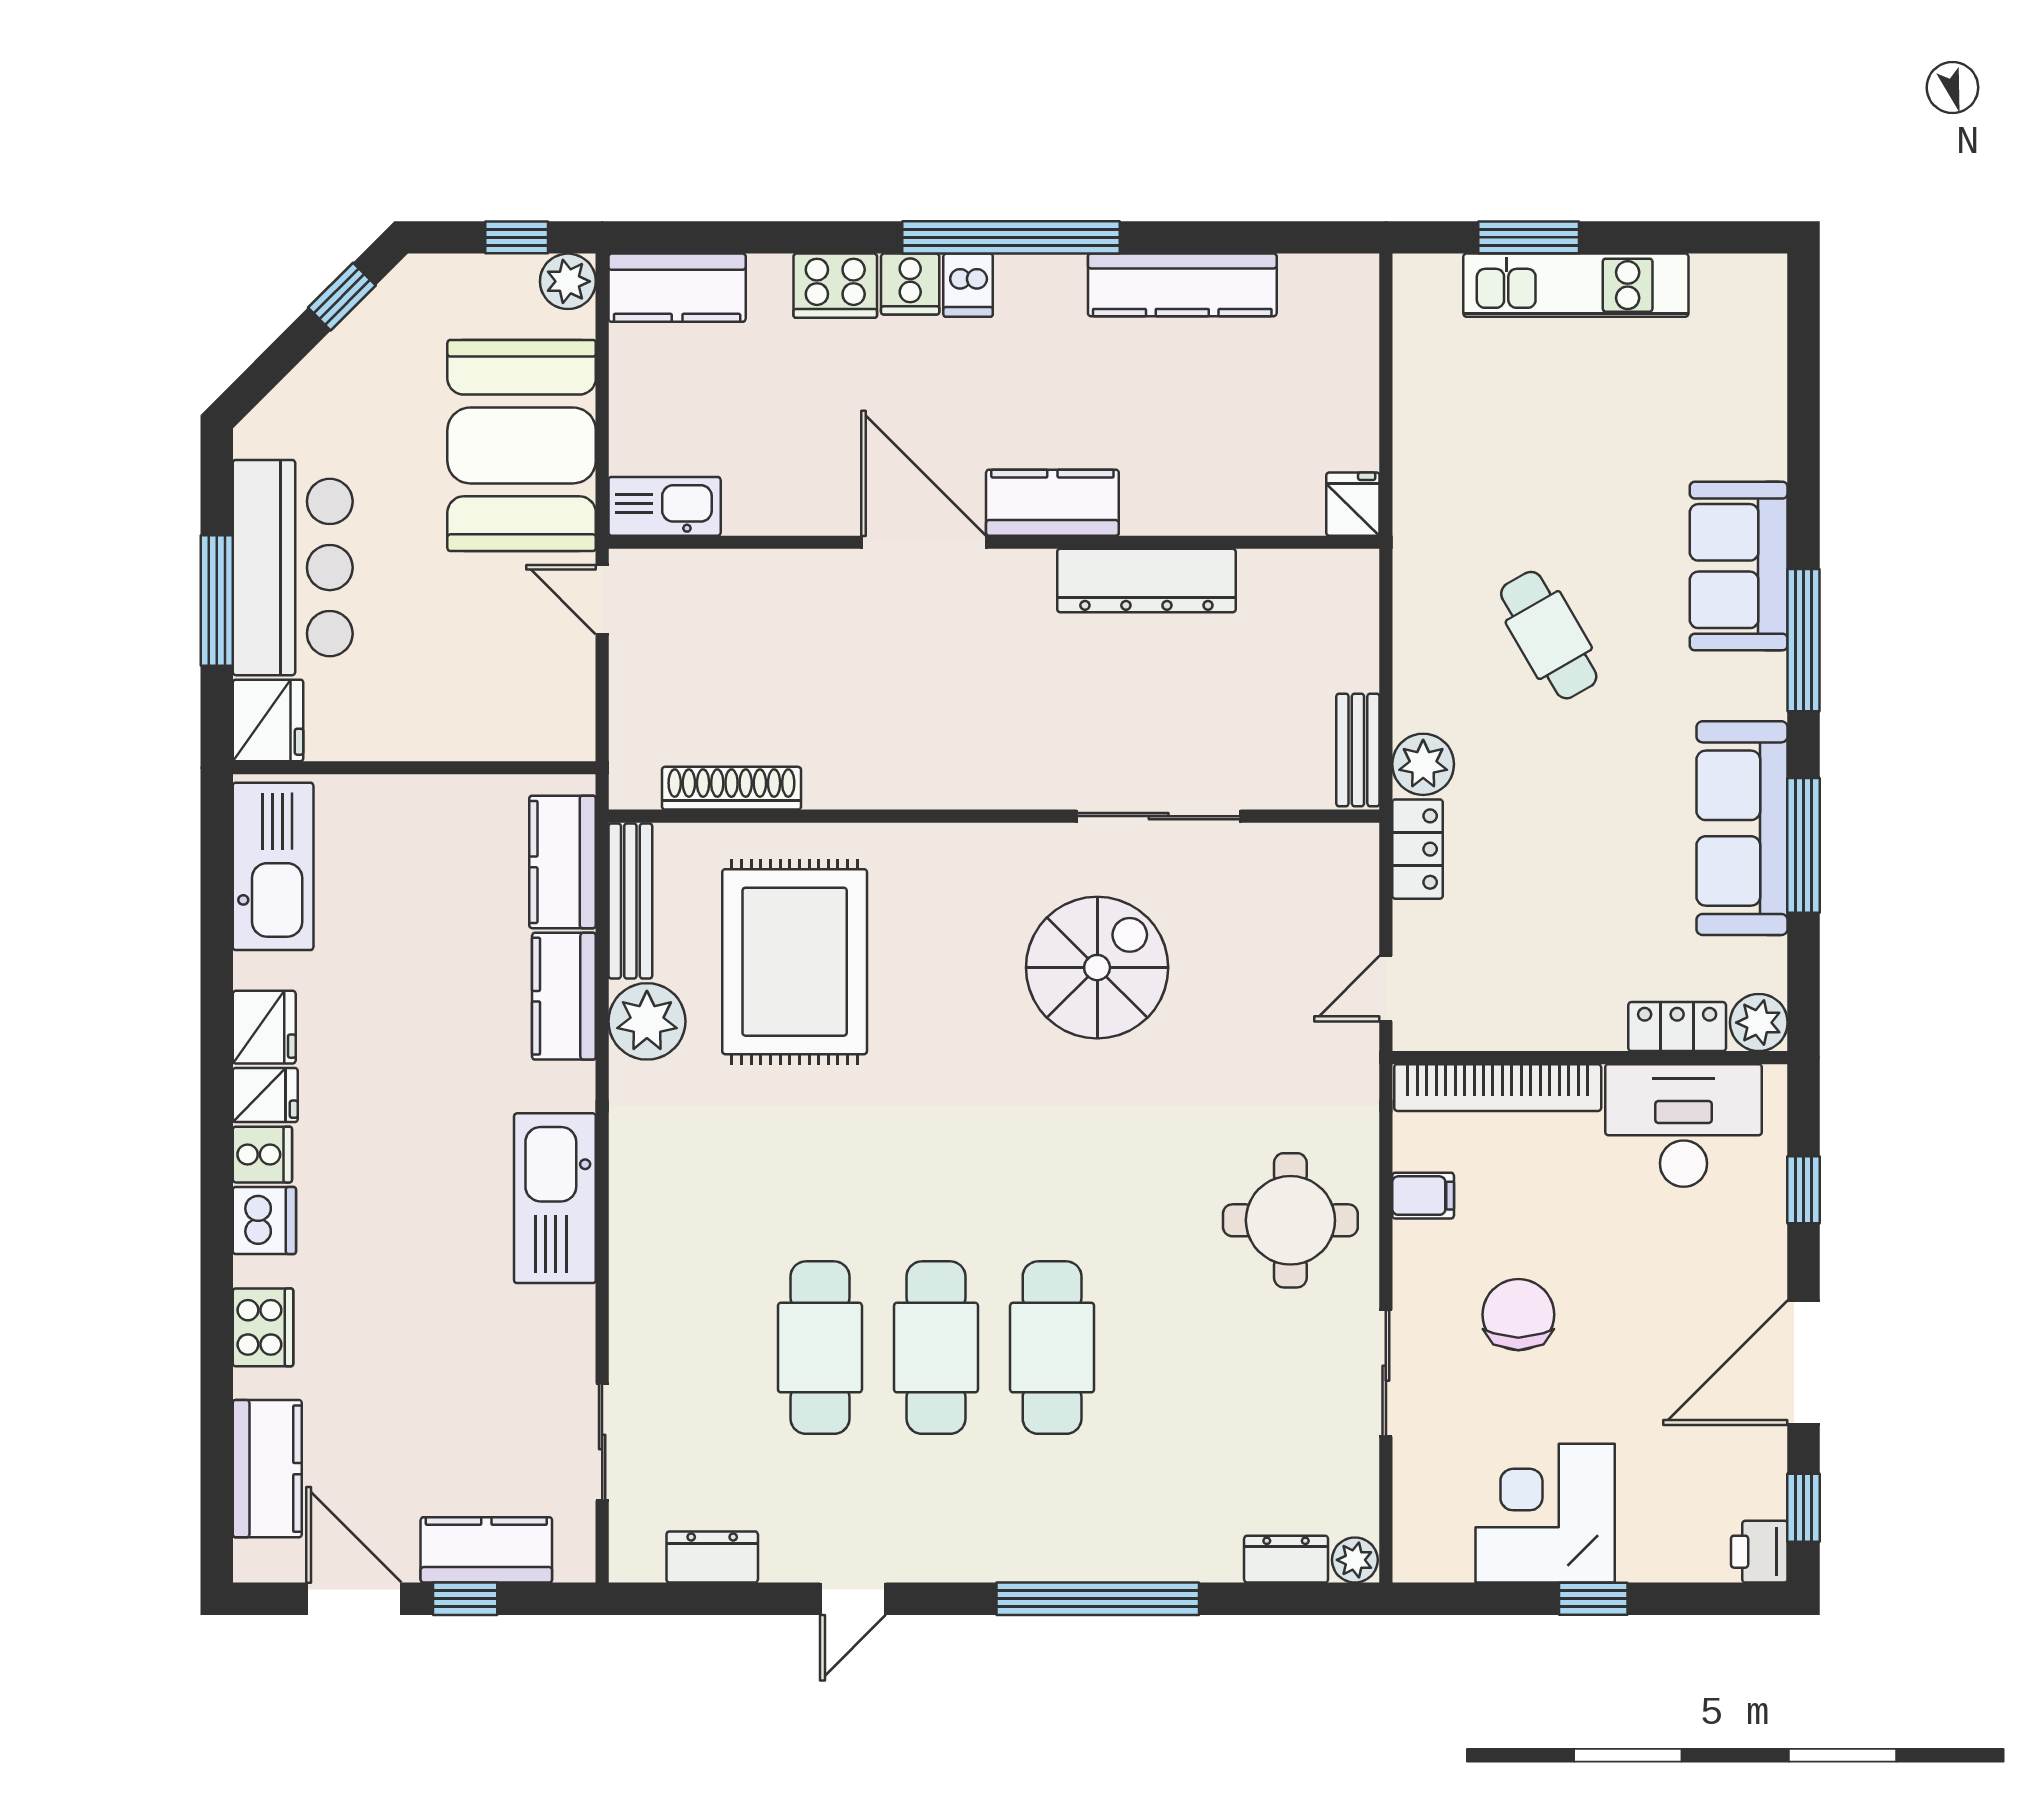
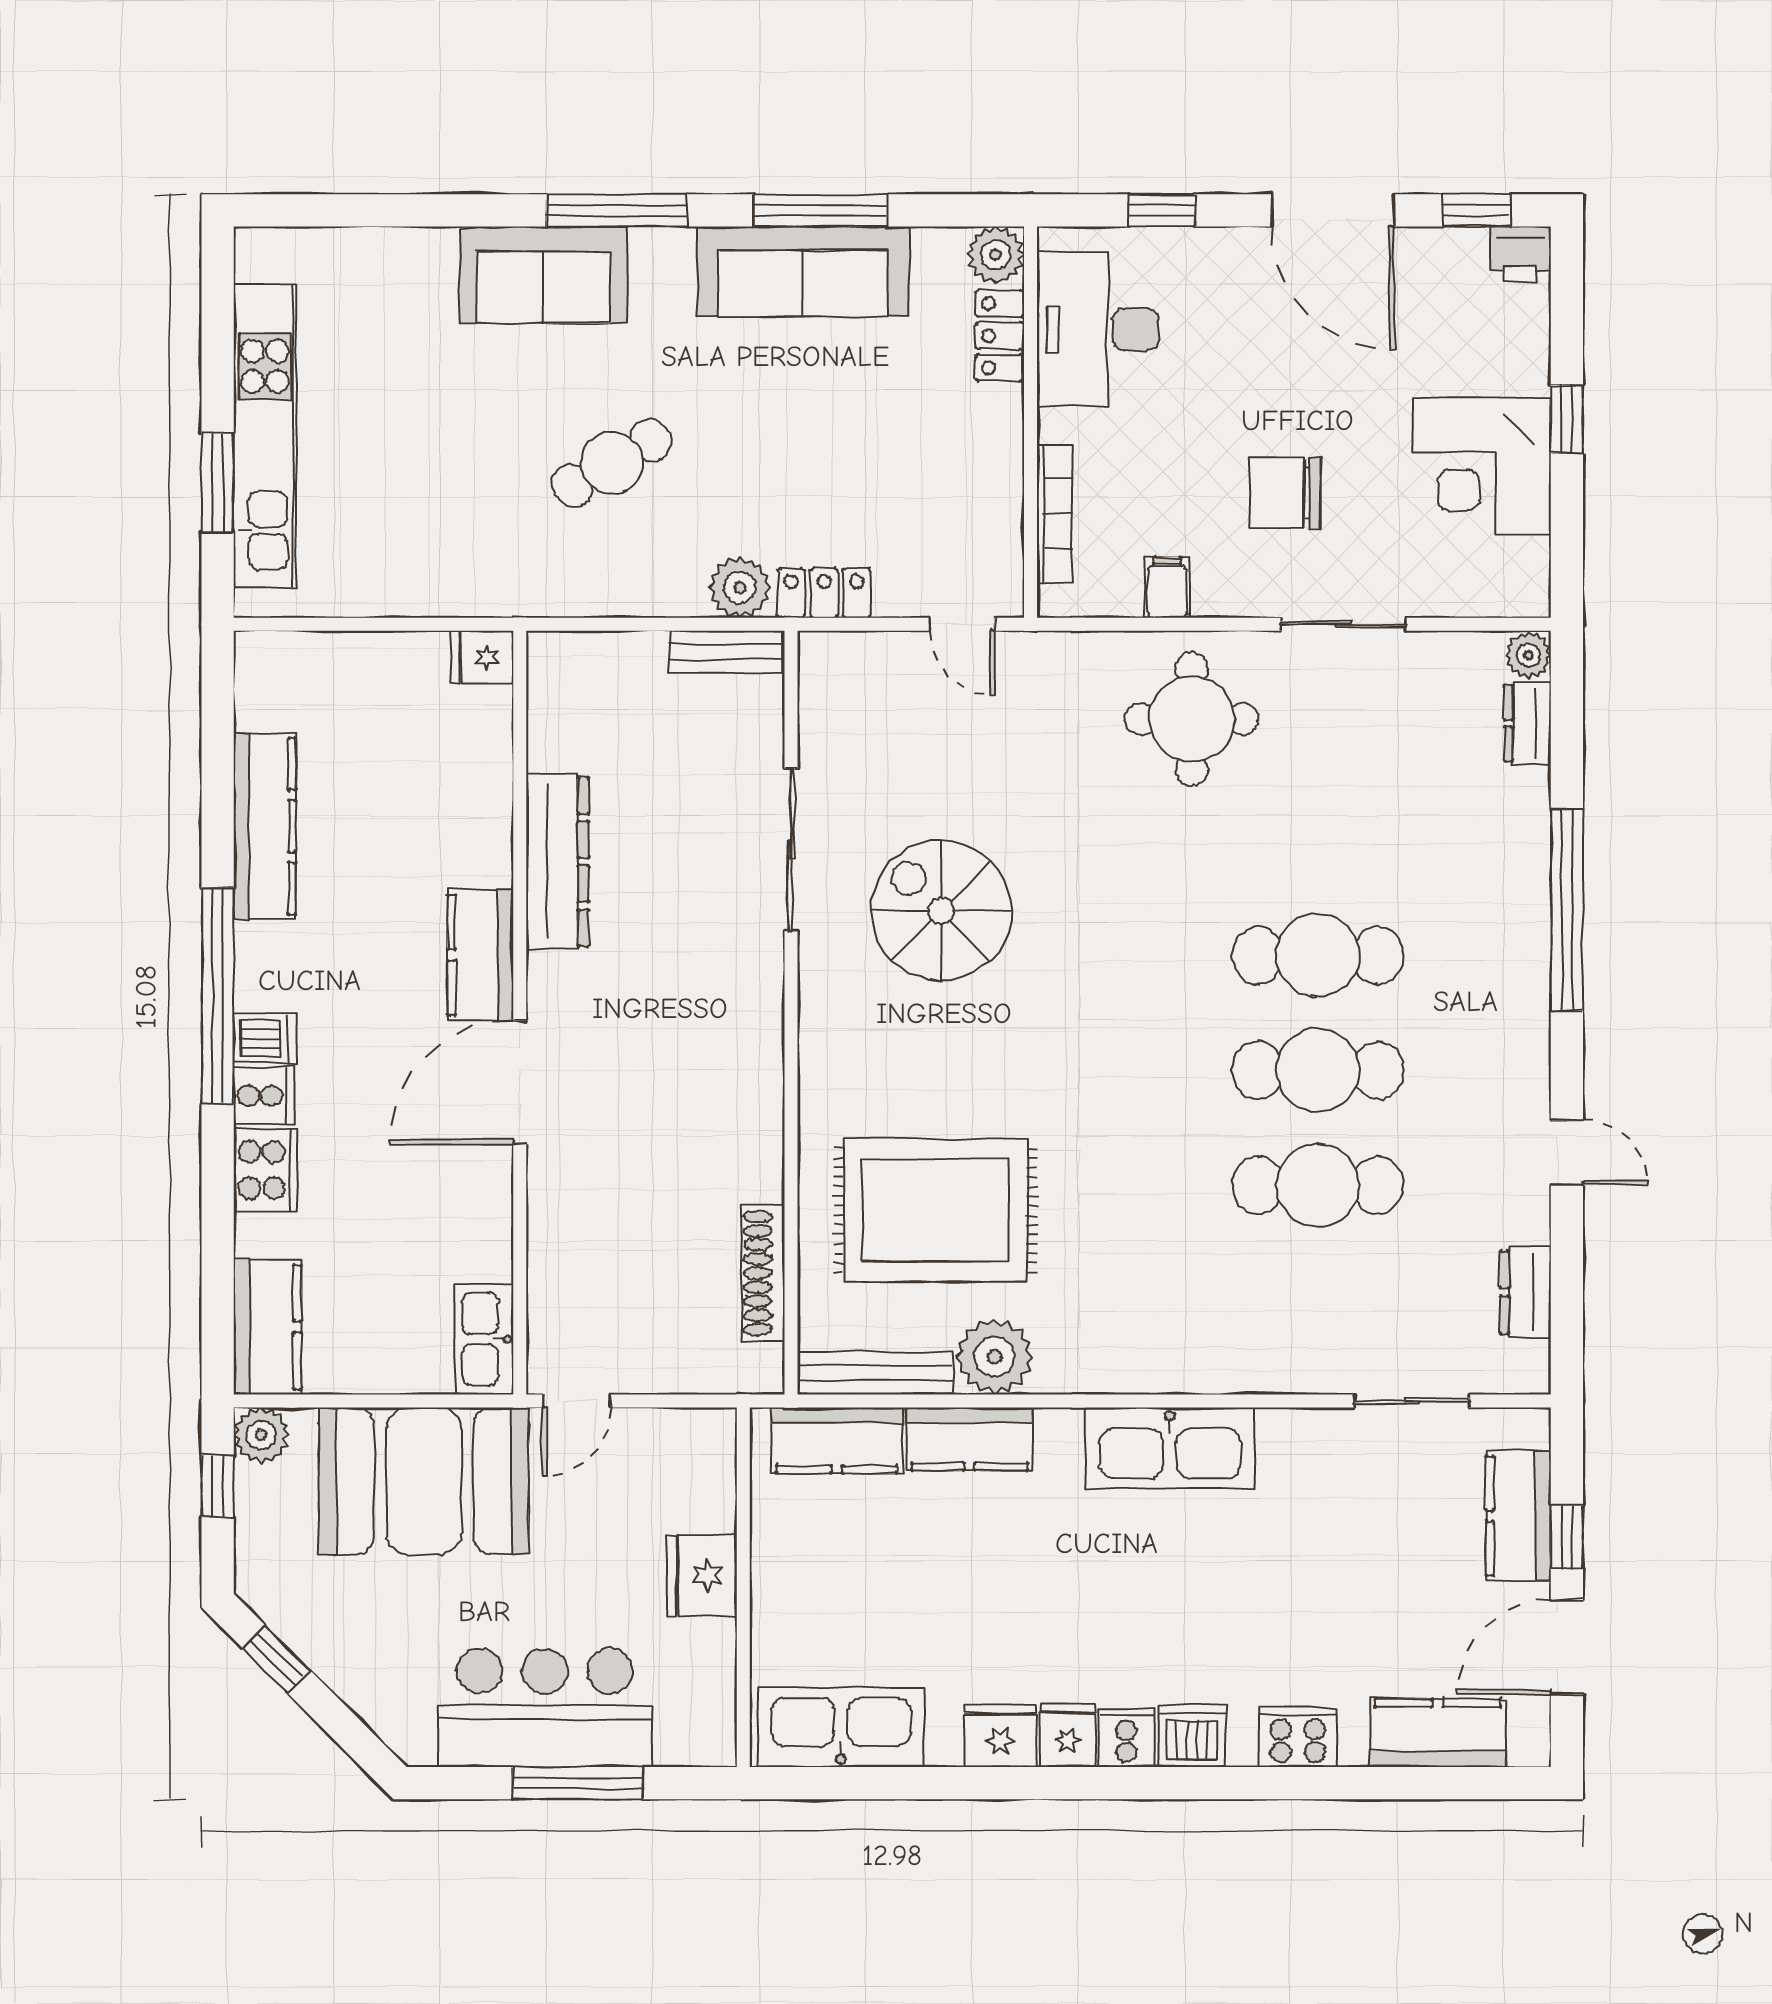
kitchen unit: (1576, 285) -> (265, 436), width x1.36
fridge: (268, 720) -> (702, 1575), moved, turned -90
bookcase: (1498, 1088) -> (1055, 514), width x0.68, depth x0.76

